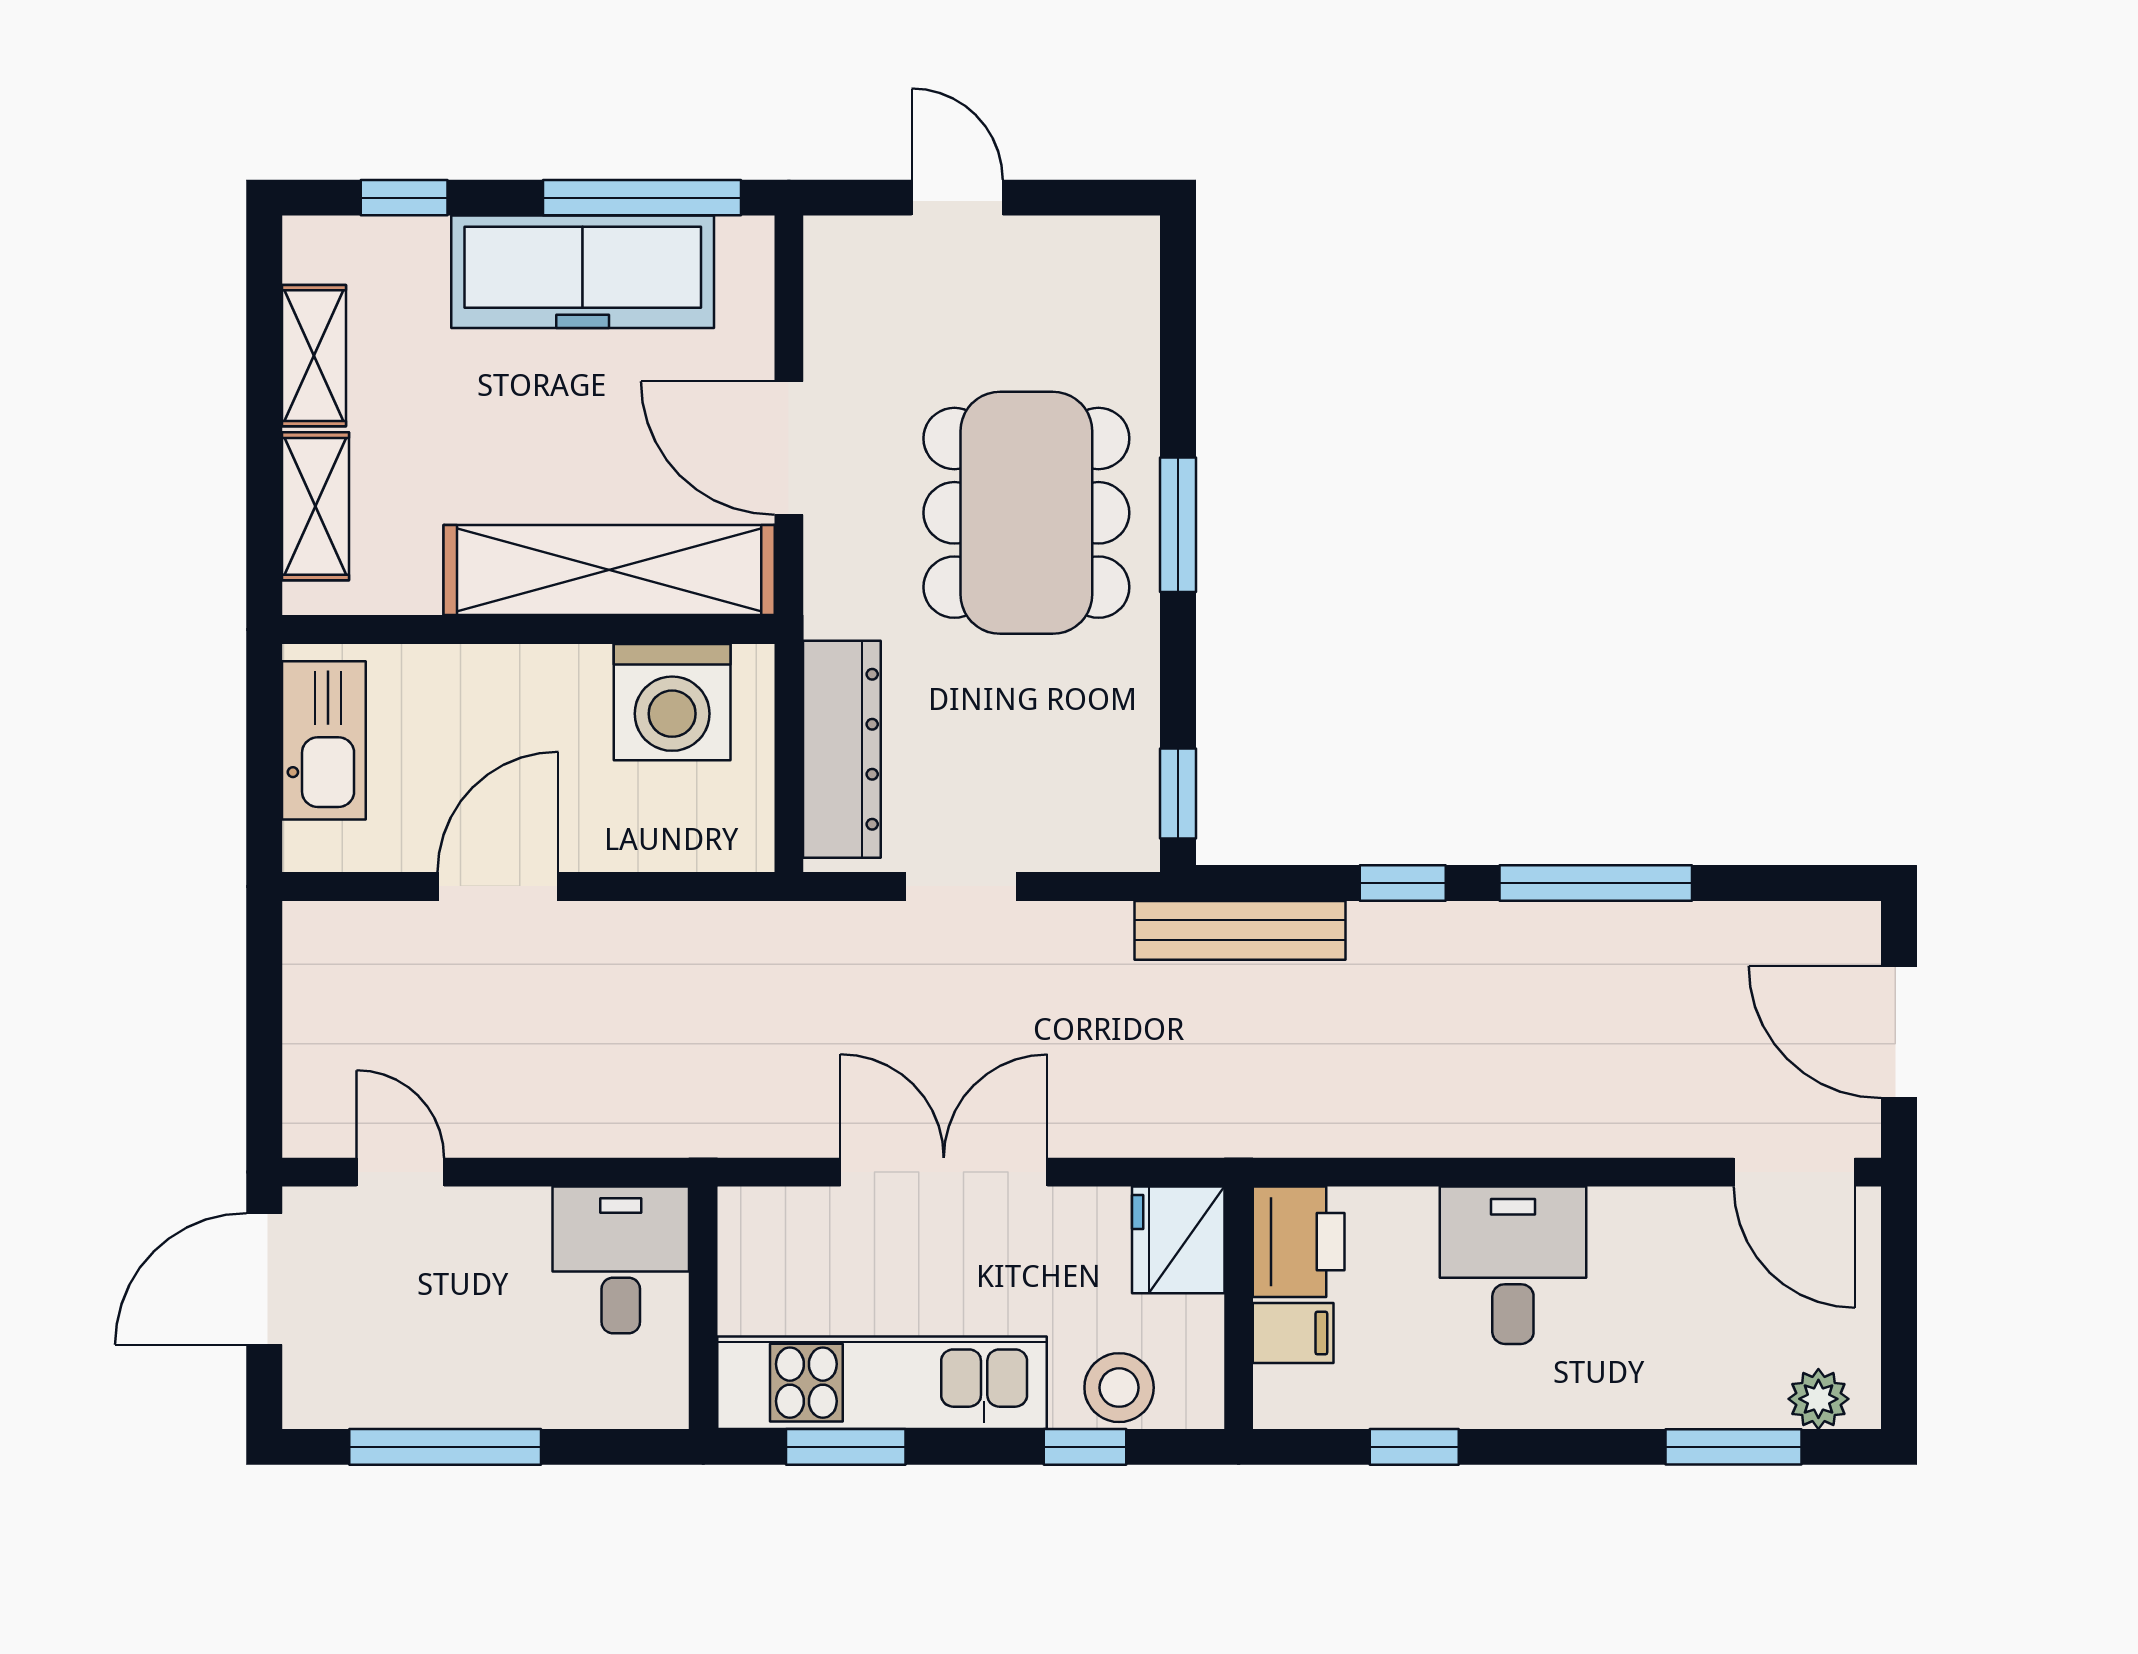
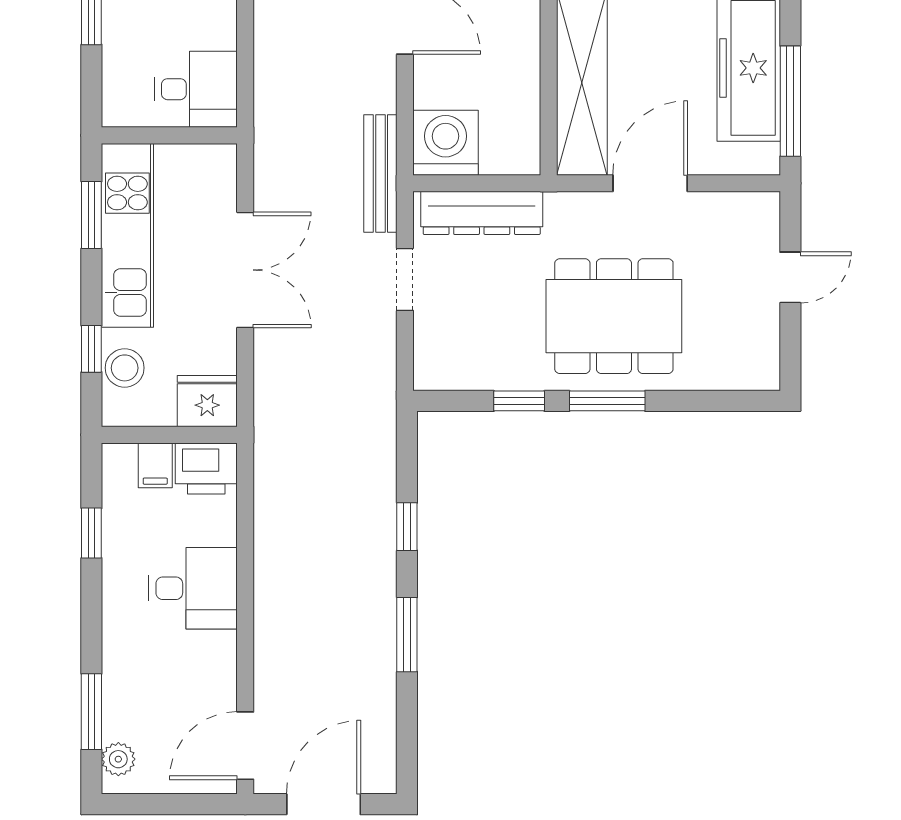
washing machine: (672, 702) -> (446, 143), moved, turned 90
window: (1178, 794) -> (519, 401), moved
window: (1596, 883) -> (407, 635), width x0.69
bench: (1240, 930) -> (380, 174), moved

